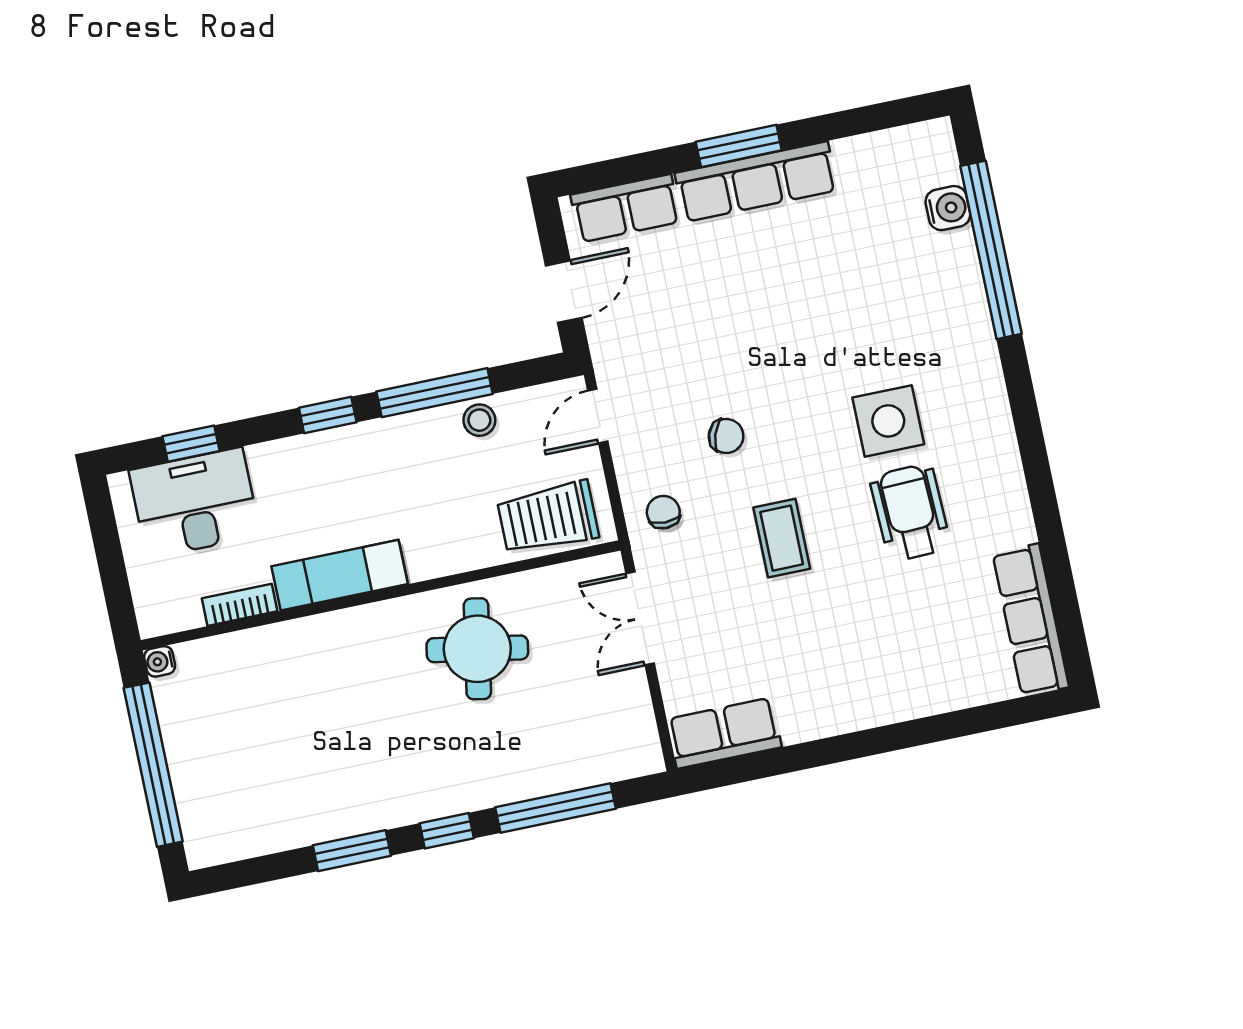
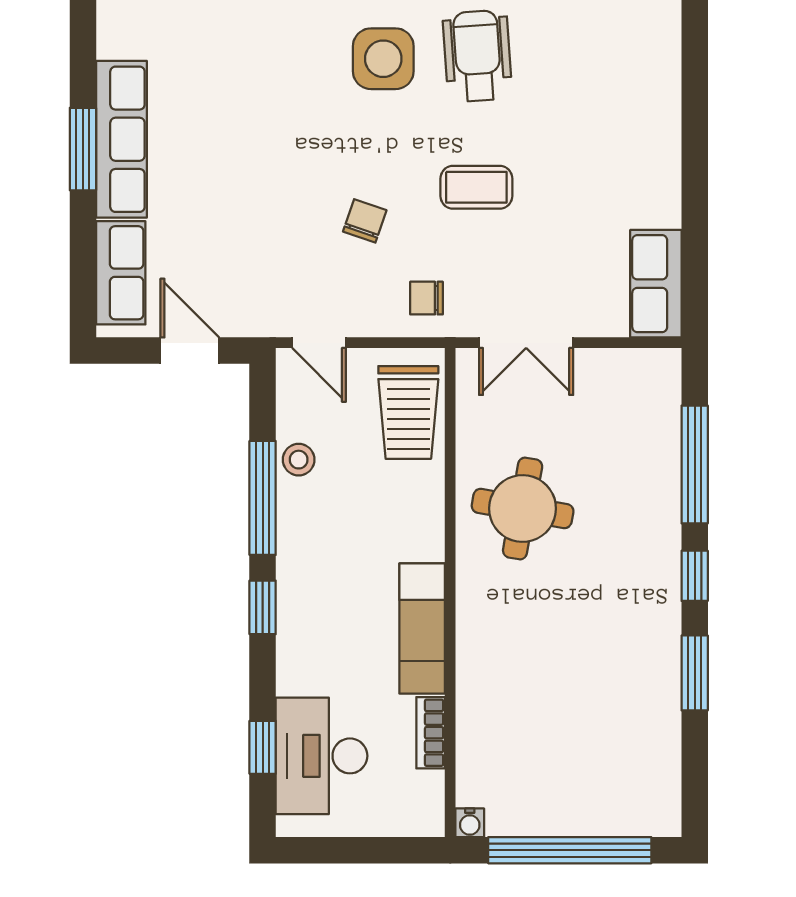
wheelchair: (910, 512) -> (477, 56), turned 88

